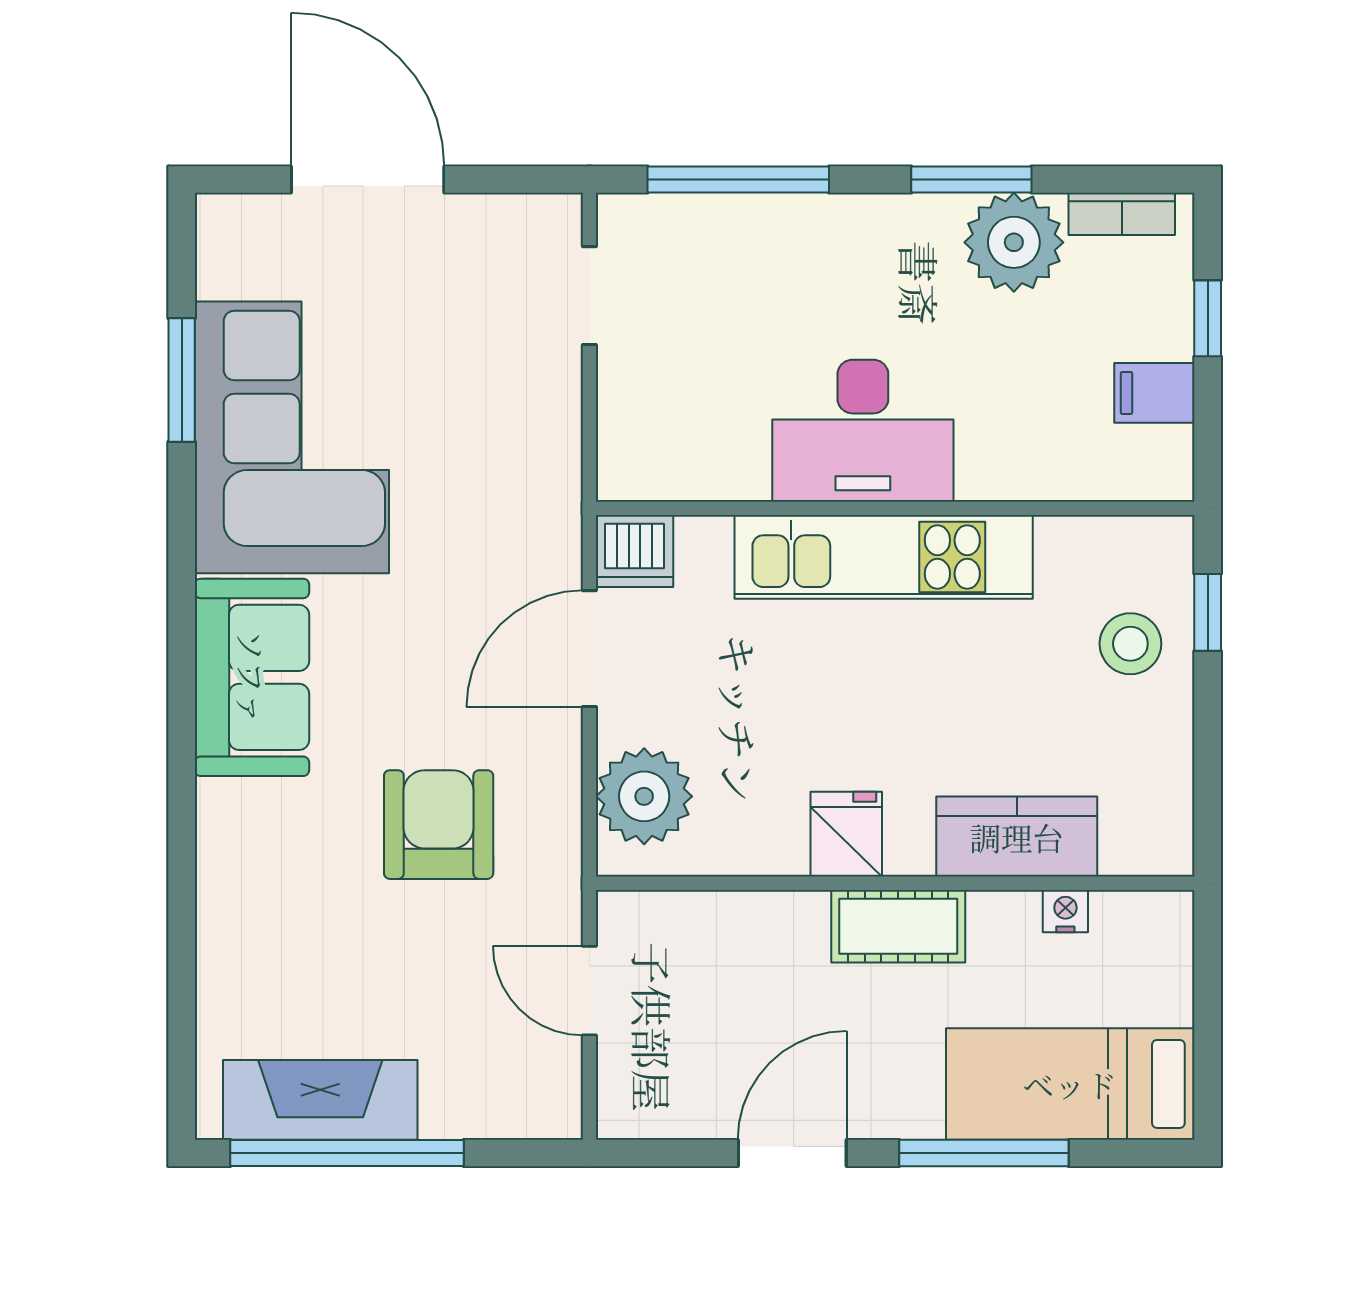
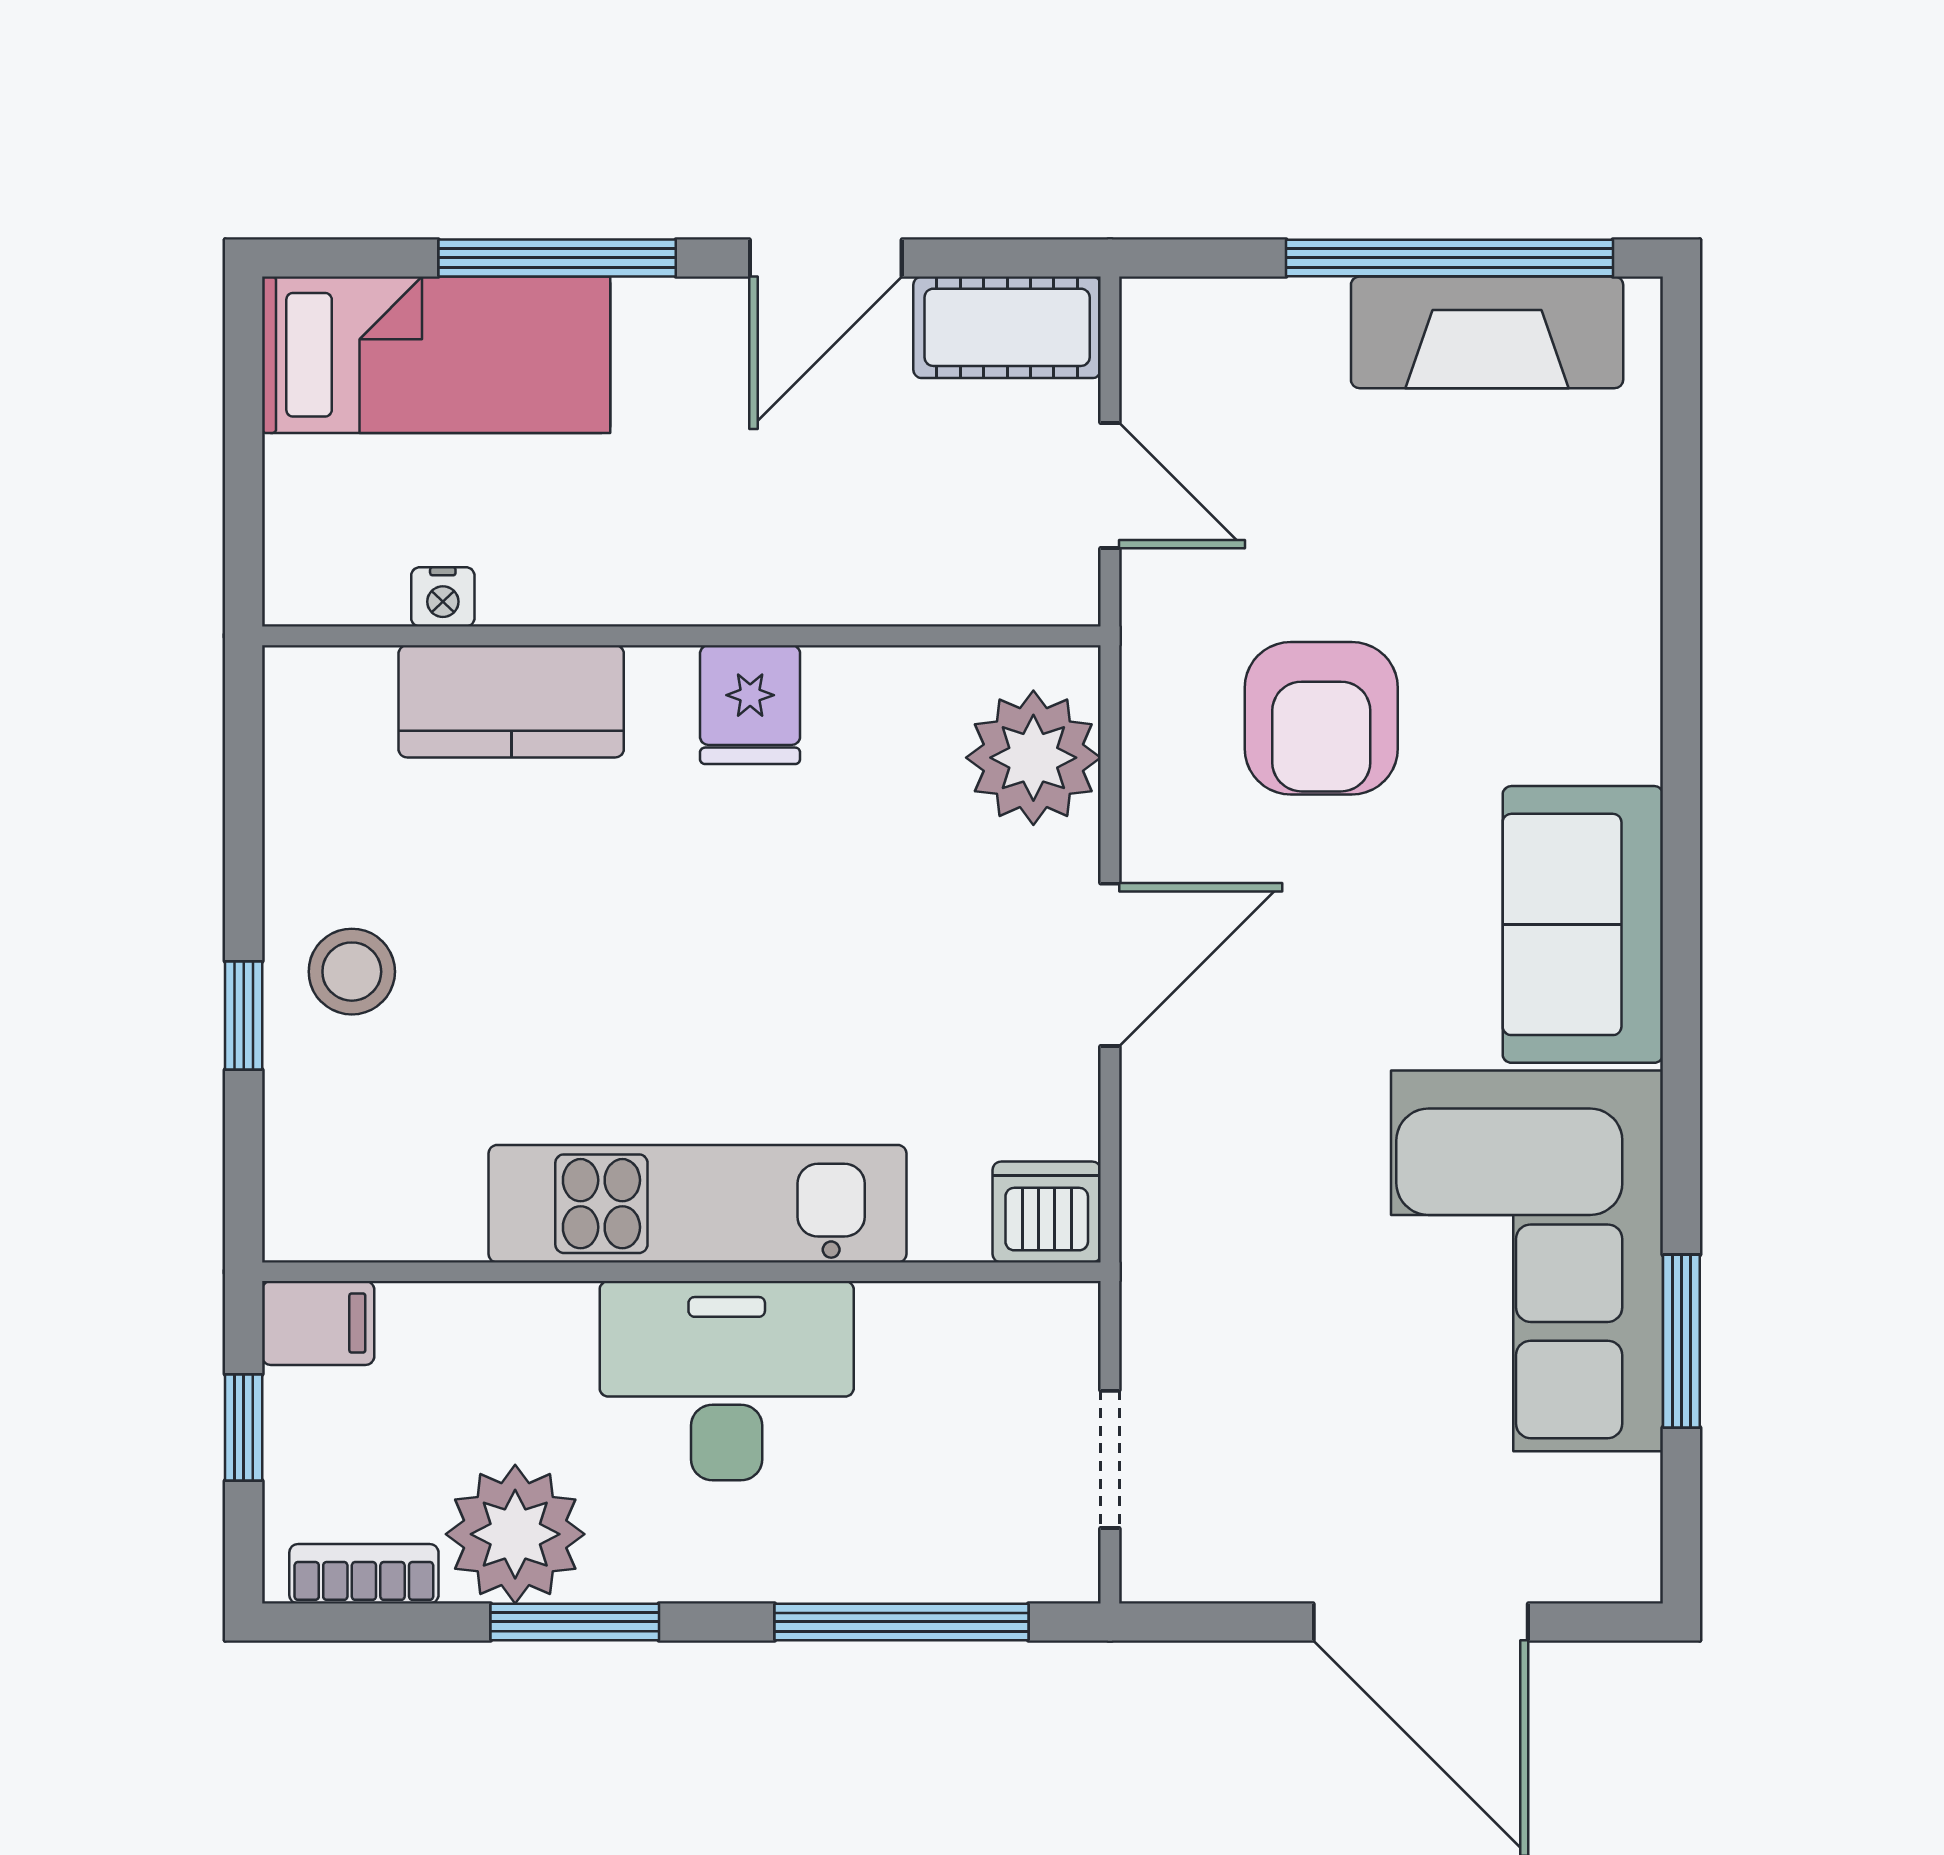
desk: (863, 431) -> (727, 1381), moved
wall: (895, 508) -> (681, 1272), moved
dishwasher: (635, 551) -> (1047, 1212), moved
kitchen unit: (884, 557) -> (697, 1204), moved
cot: (898, 926) -> (1007, 327), moved

